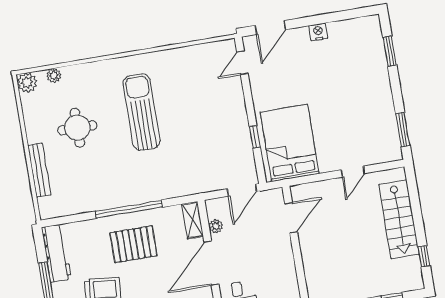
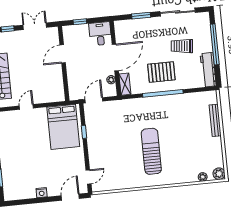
sun lounger: (142, 112) -> (151, 151), turned 180
round table: (77, 128) -> (191, 144), removed
door: (291, 218) -> (63, 54), moved

